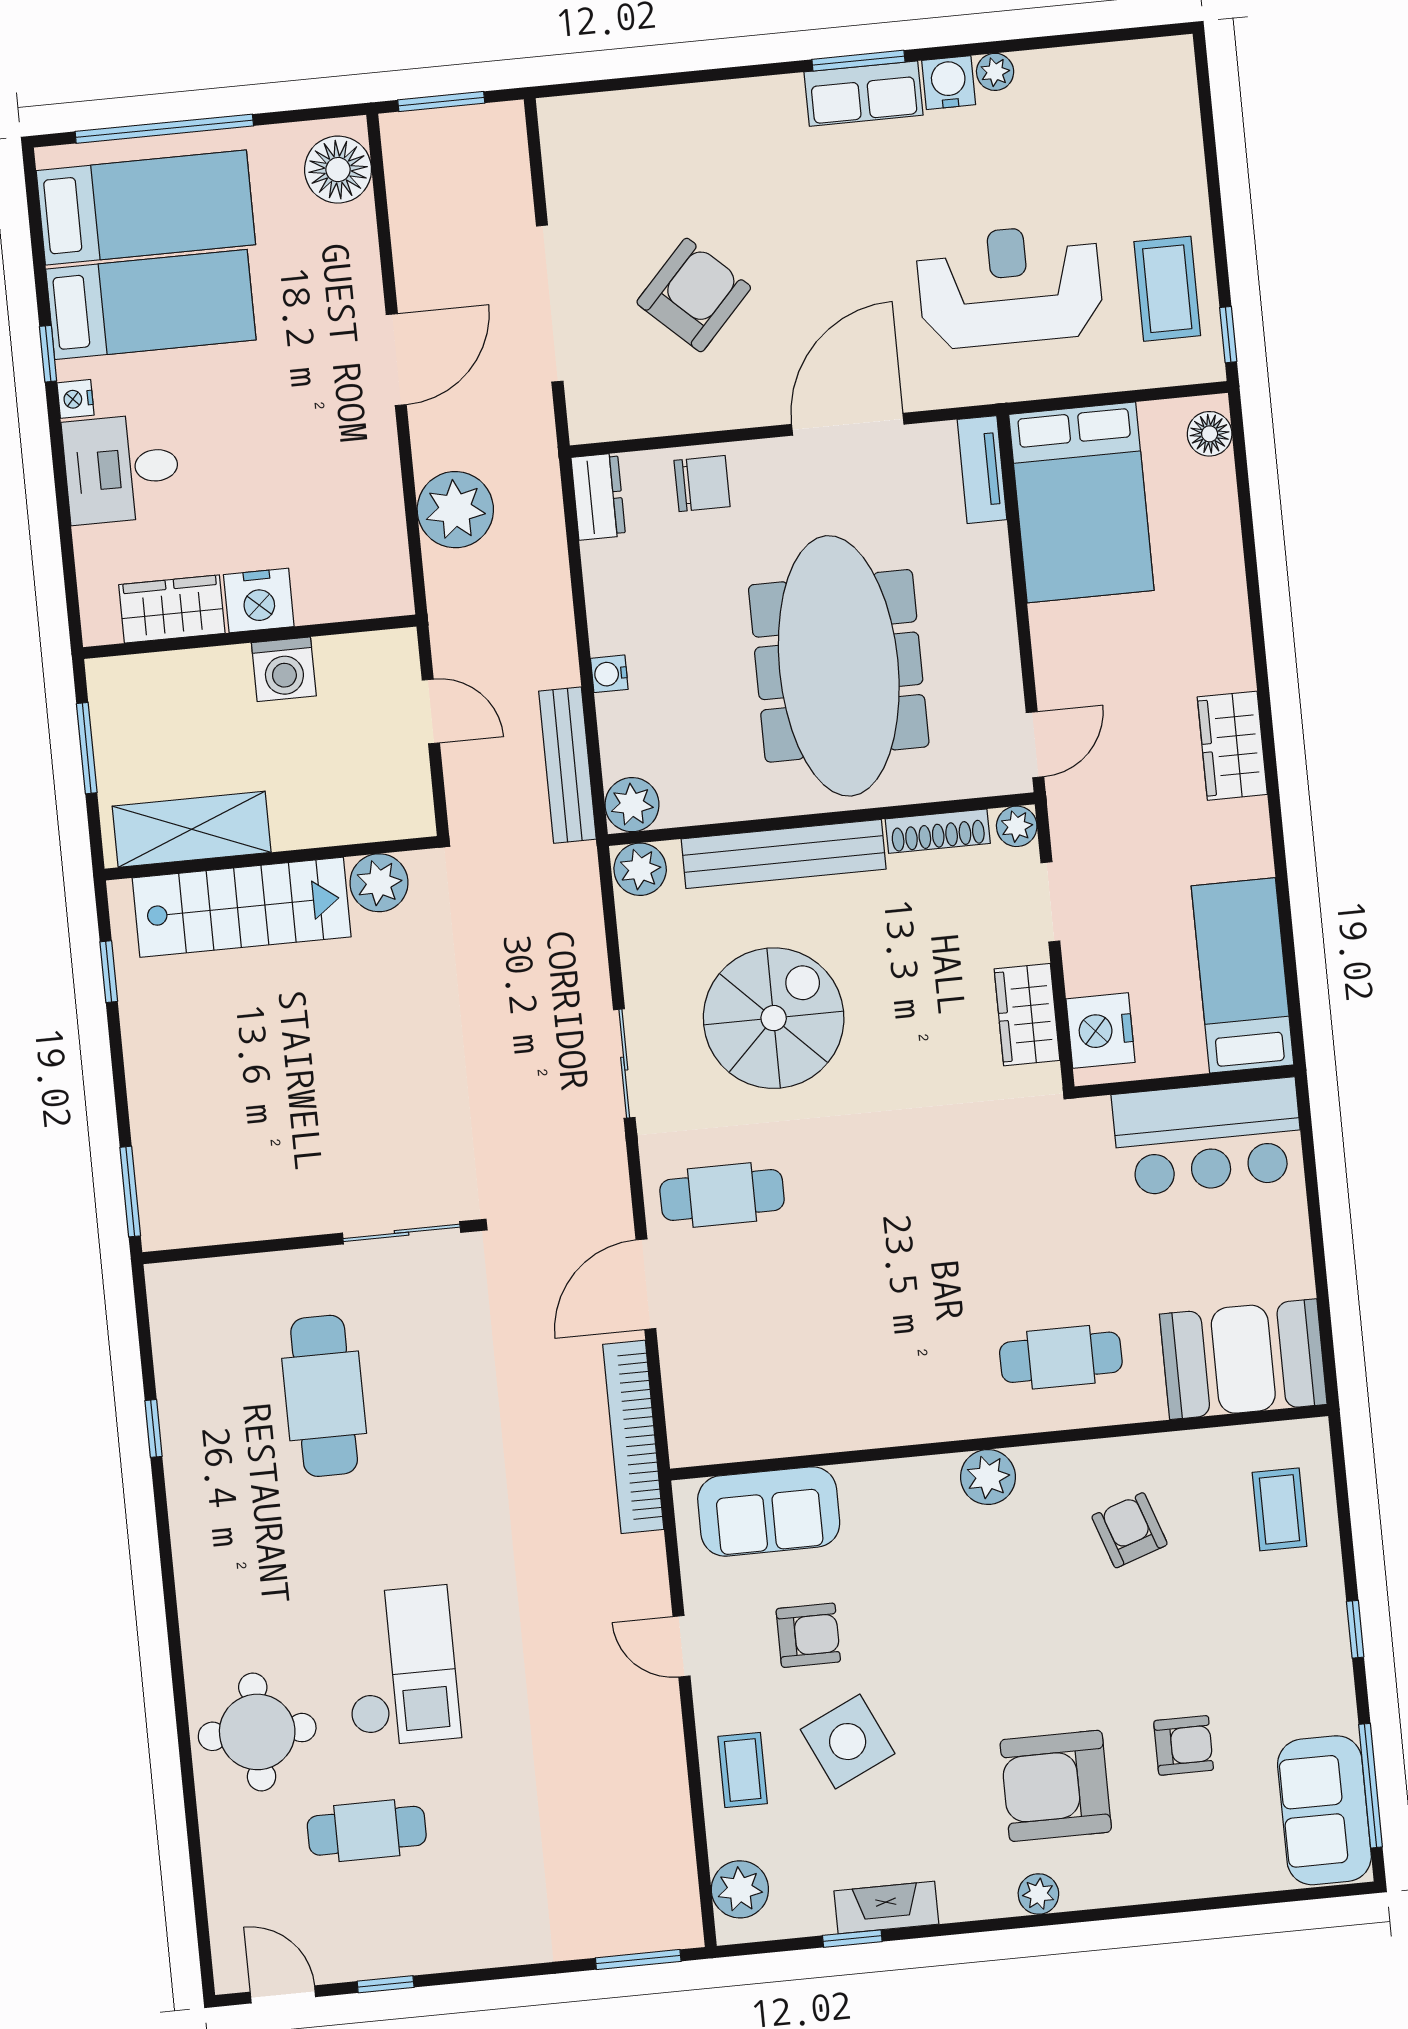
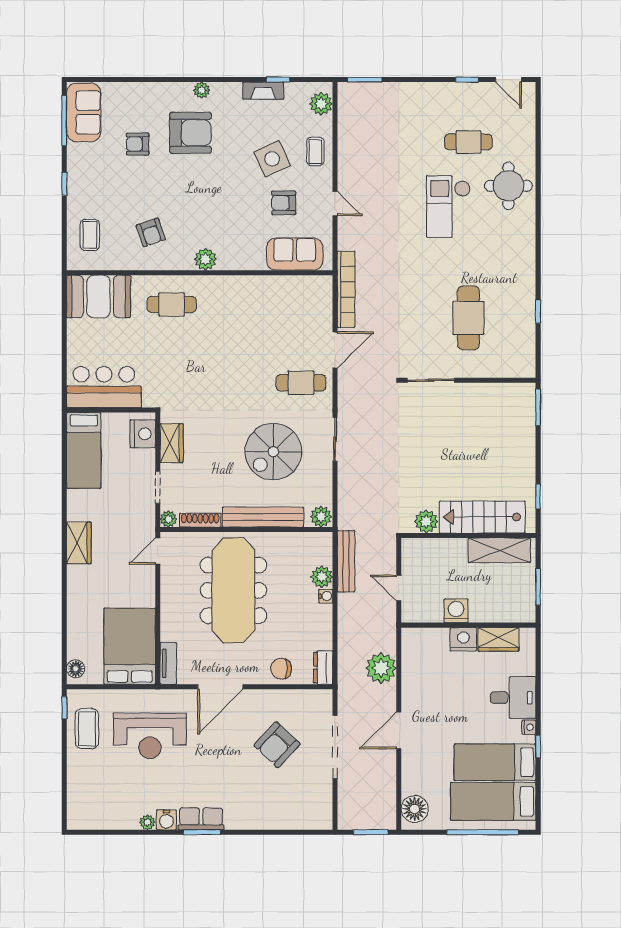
plant: (632, 805) -> (322, 577), moved

